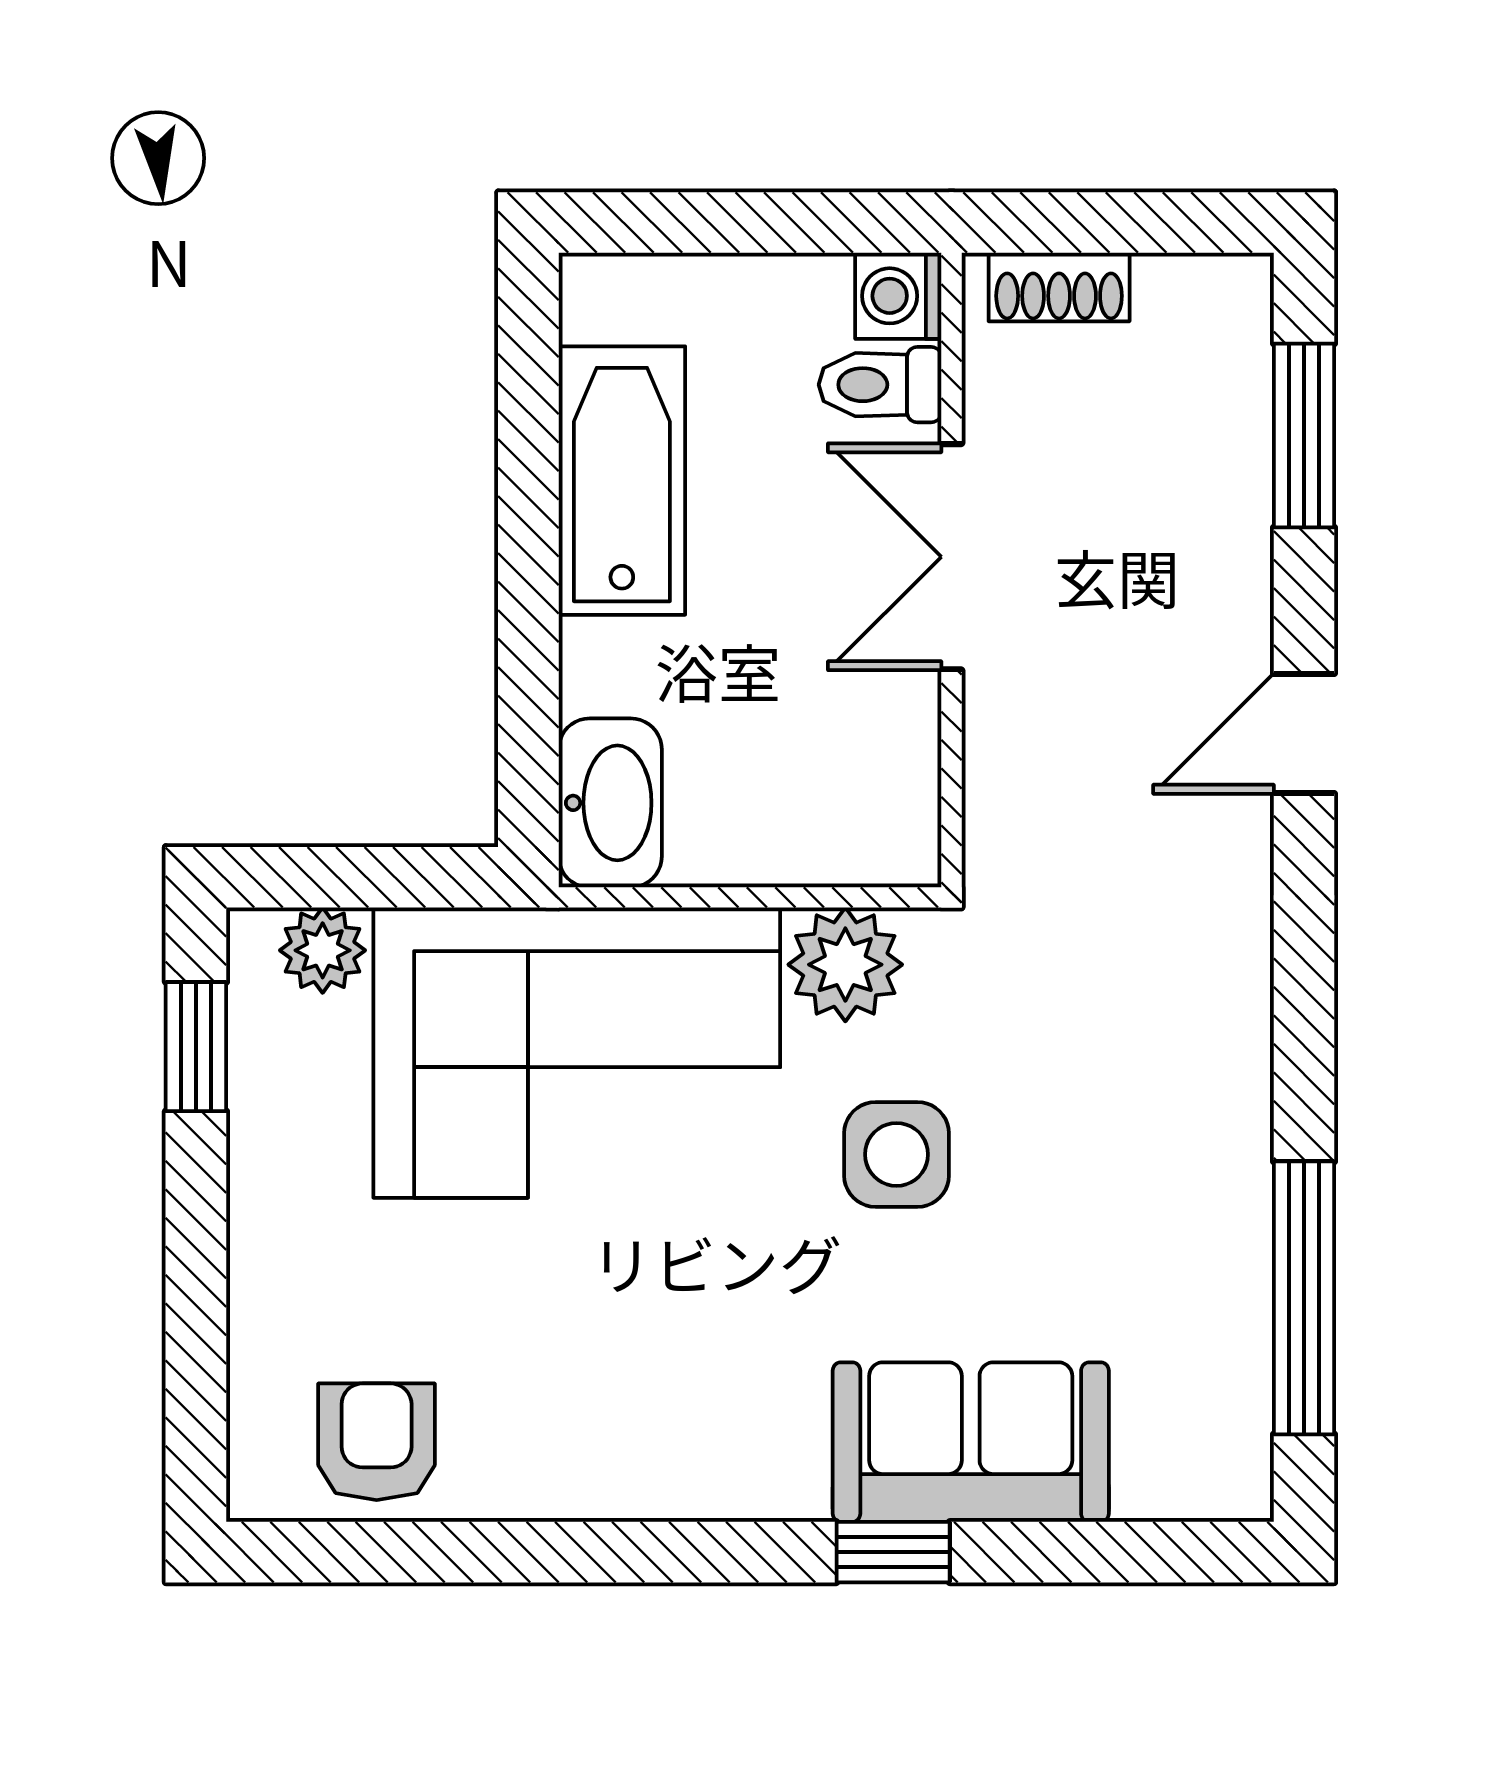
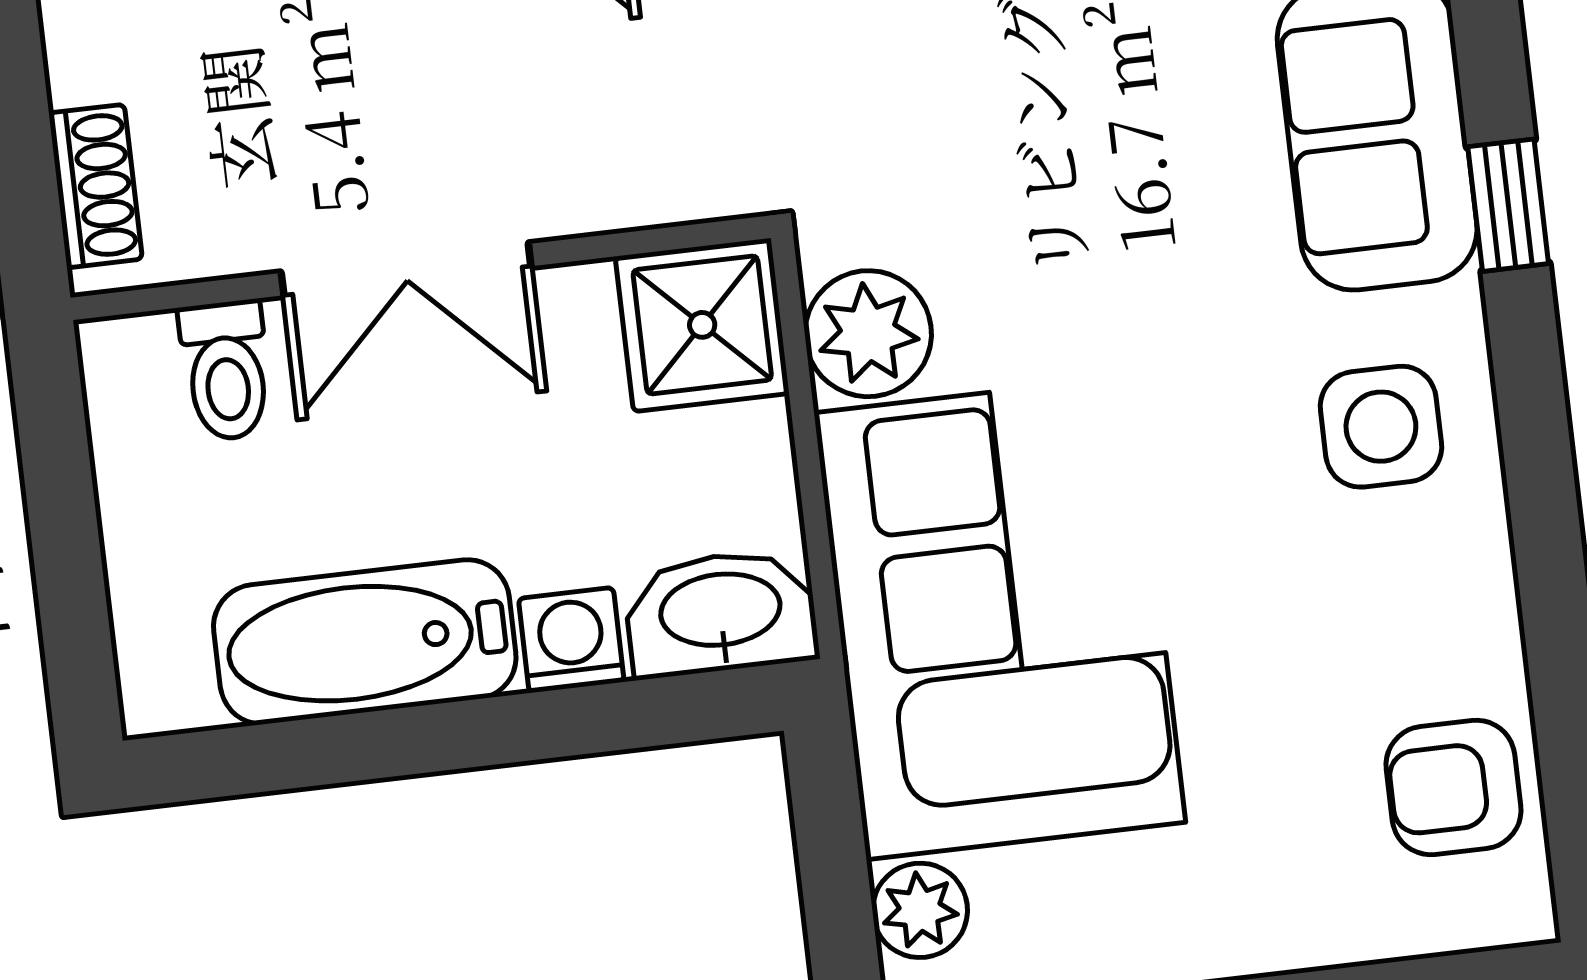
washing machine: (898, 296) -> (571, 640), moved, turned 180
shower: (871, 817) -> (702, 325), added
side table: (897, 1154) -> (1381, 427), moved

